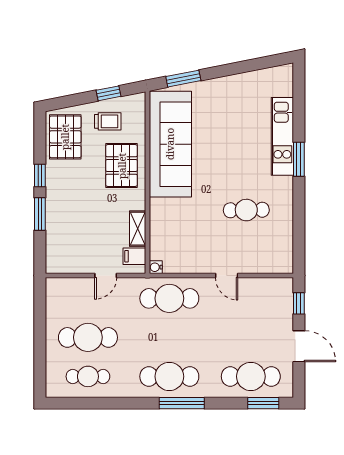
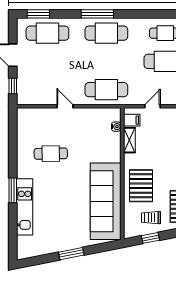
window: (183, 79) -> (71, 254), moved
water cooler: (156, 267) -> (116, 127), moved

